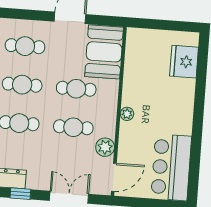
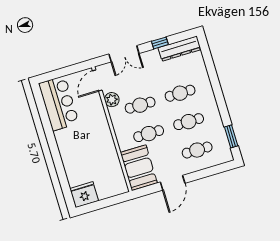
fridge: (184, 62) -> (84, 195), moved, turned -90
plant: (127, 114) -> (105, 130), removed

